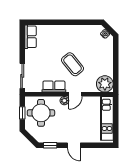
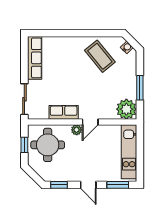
row of seats: (30, 37) -> (35, 58), width x1.48
coffee table: (73, 64) -> (100, 56), moved
window: (116, 67) -> (140, 88), added
window: (98, 145) -> (118, 185), added

